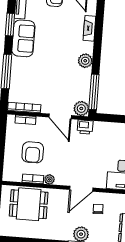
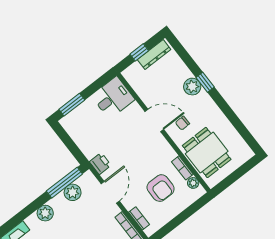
plant: (81, 108) -> (73, 192), moved
armchair: (33, 152) -> (161, 188), turned 90
plant: (49, 179) -> (193, 183), moved
chair: (98, 209) -> (182, 123), moved

